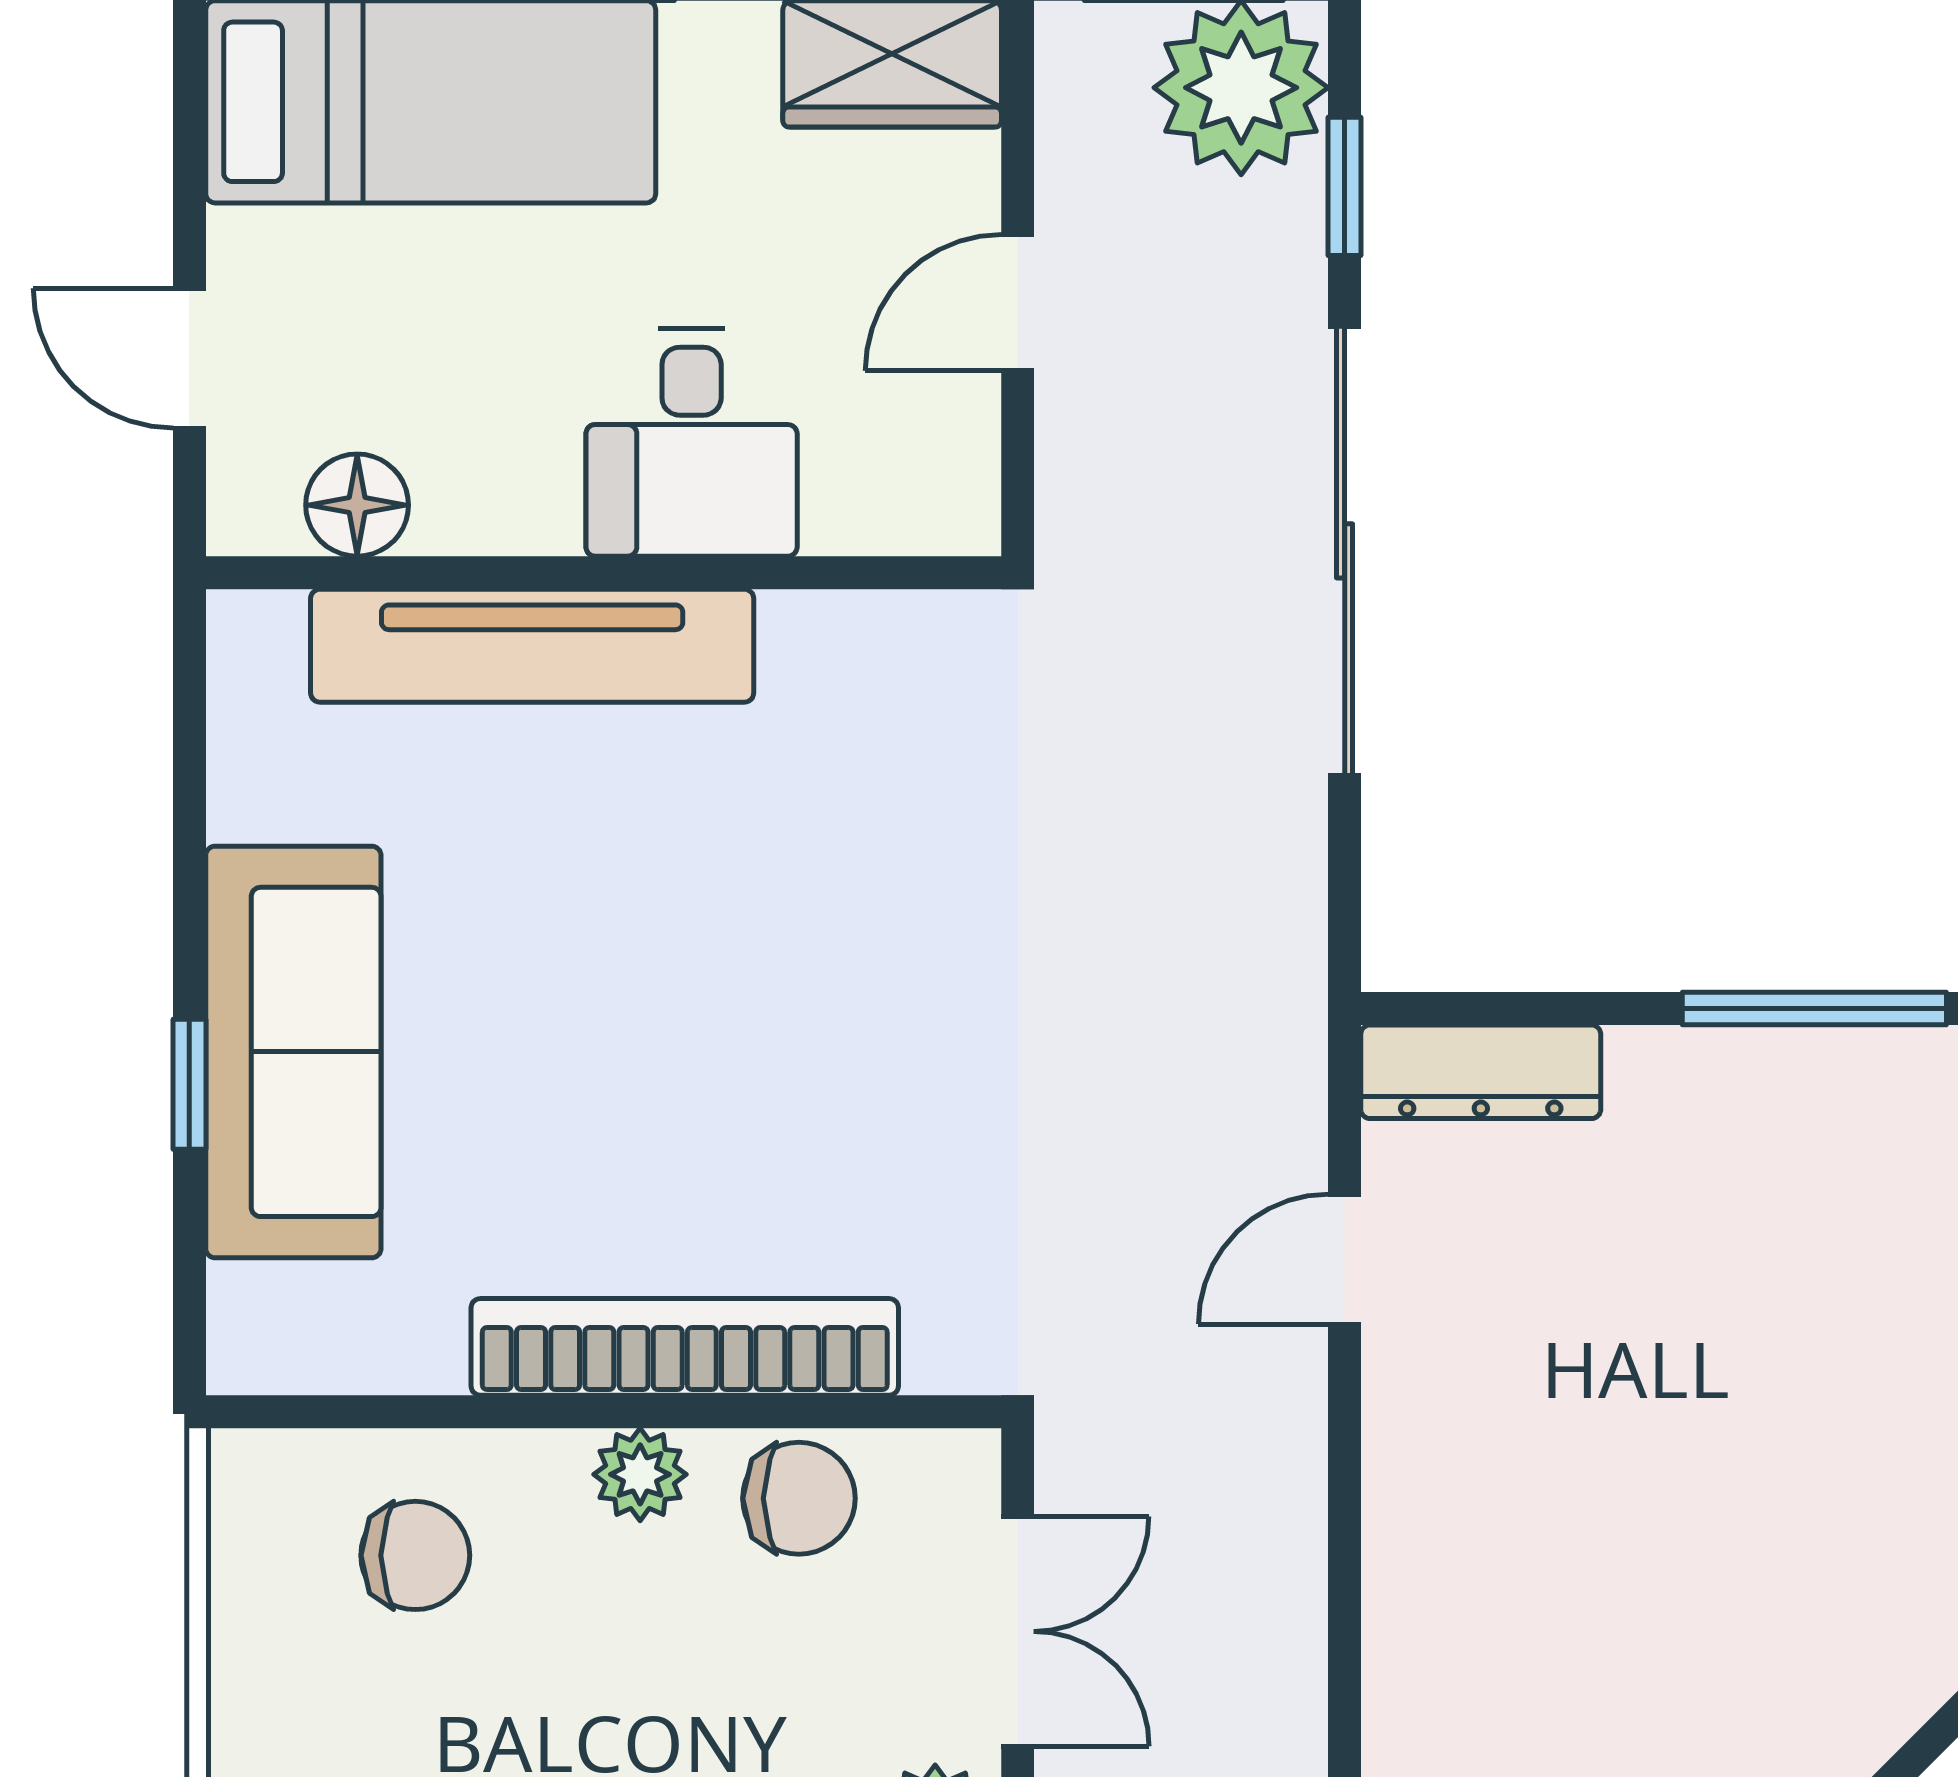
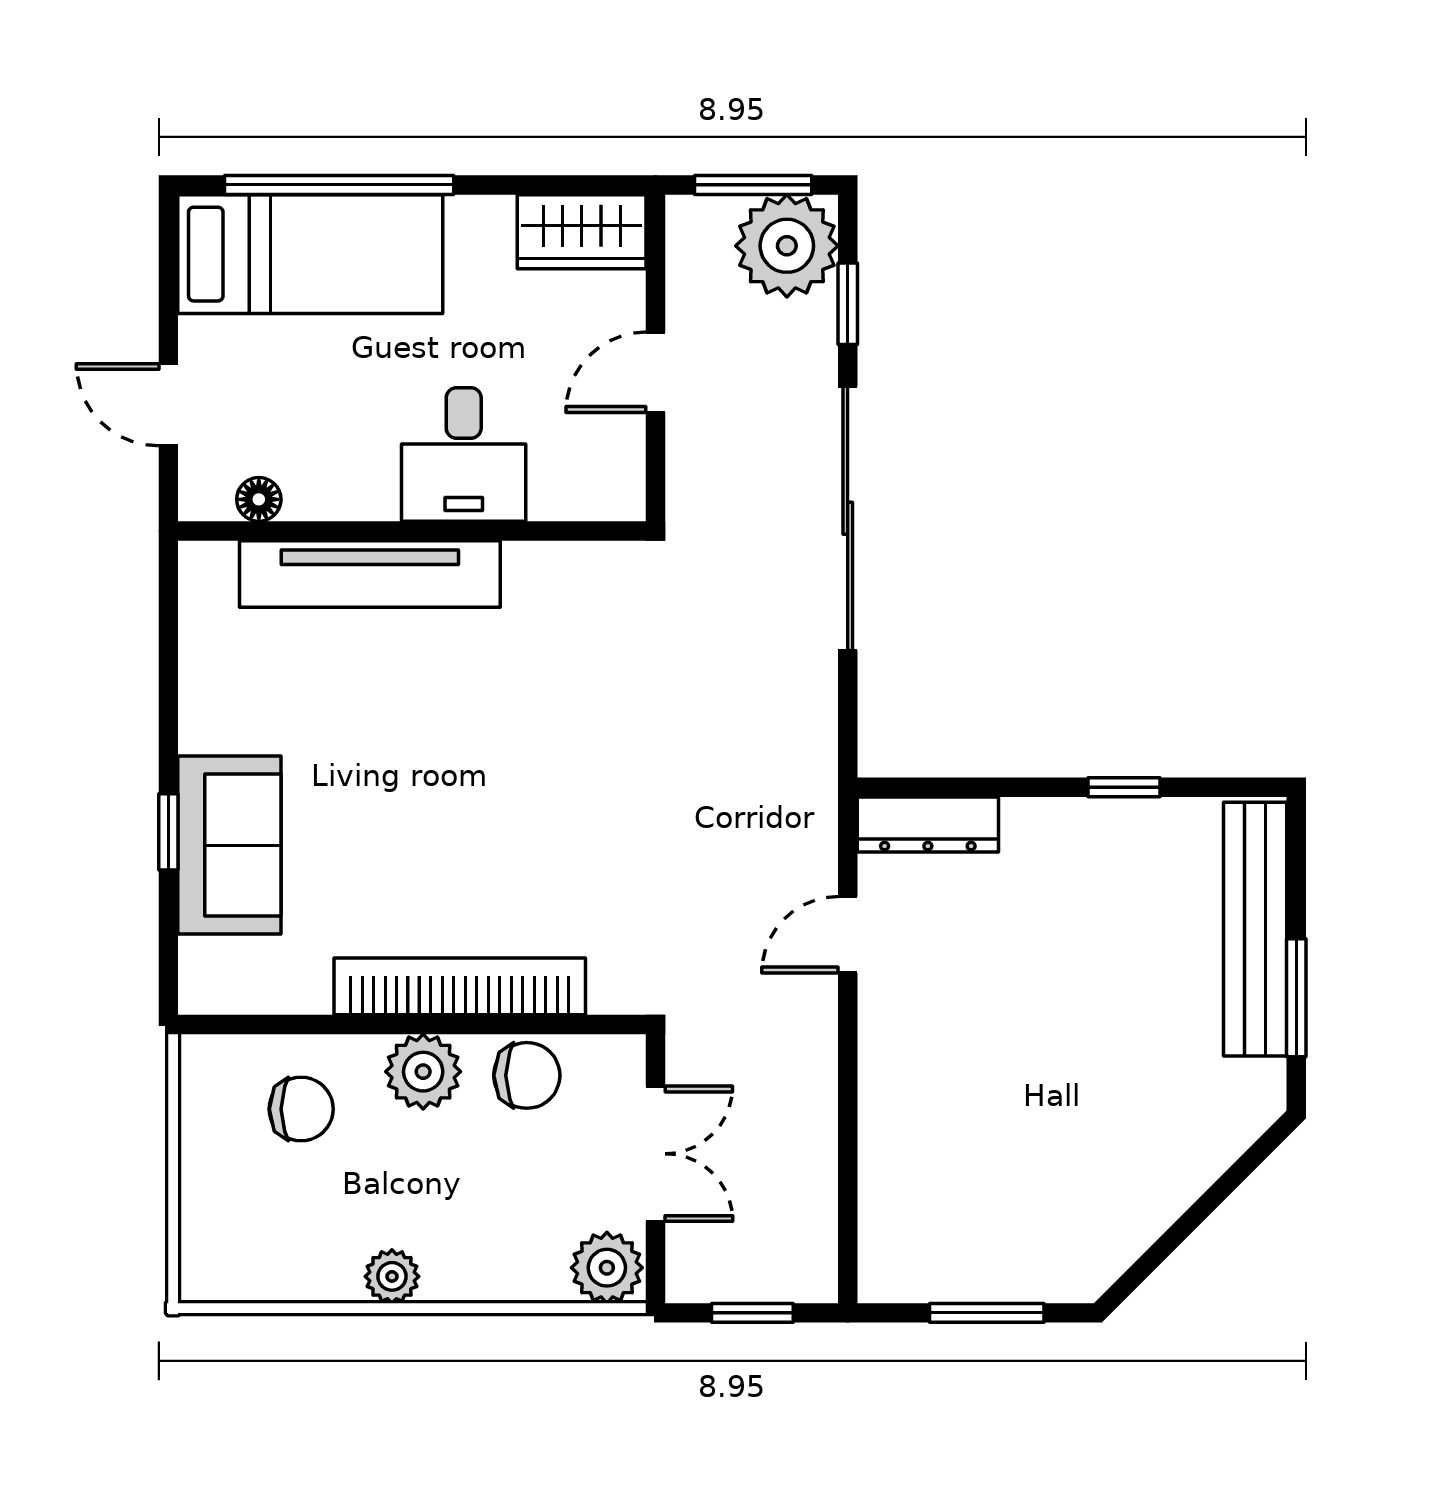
floor lamp: (357, 505) -> (259, 499), width x0.73, depth x0.73
window: (1814, 1009) -> (1124, 787), width x0.46
sofa: (293, 1052) -> (229, 845), width x0.73
plant: (640, 1474) -> (423, 1072), width x1.38, depth x1.38

